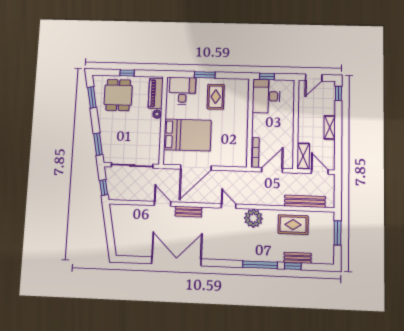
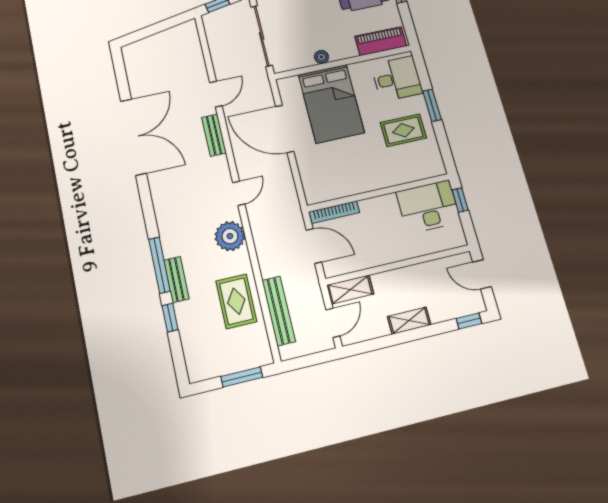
plant: (157, 114) -> (321, 57), moved
bench: (298, 258) -> (176, 279), moved

